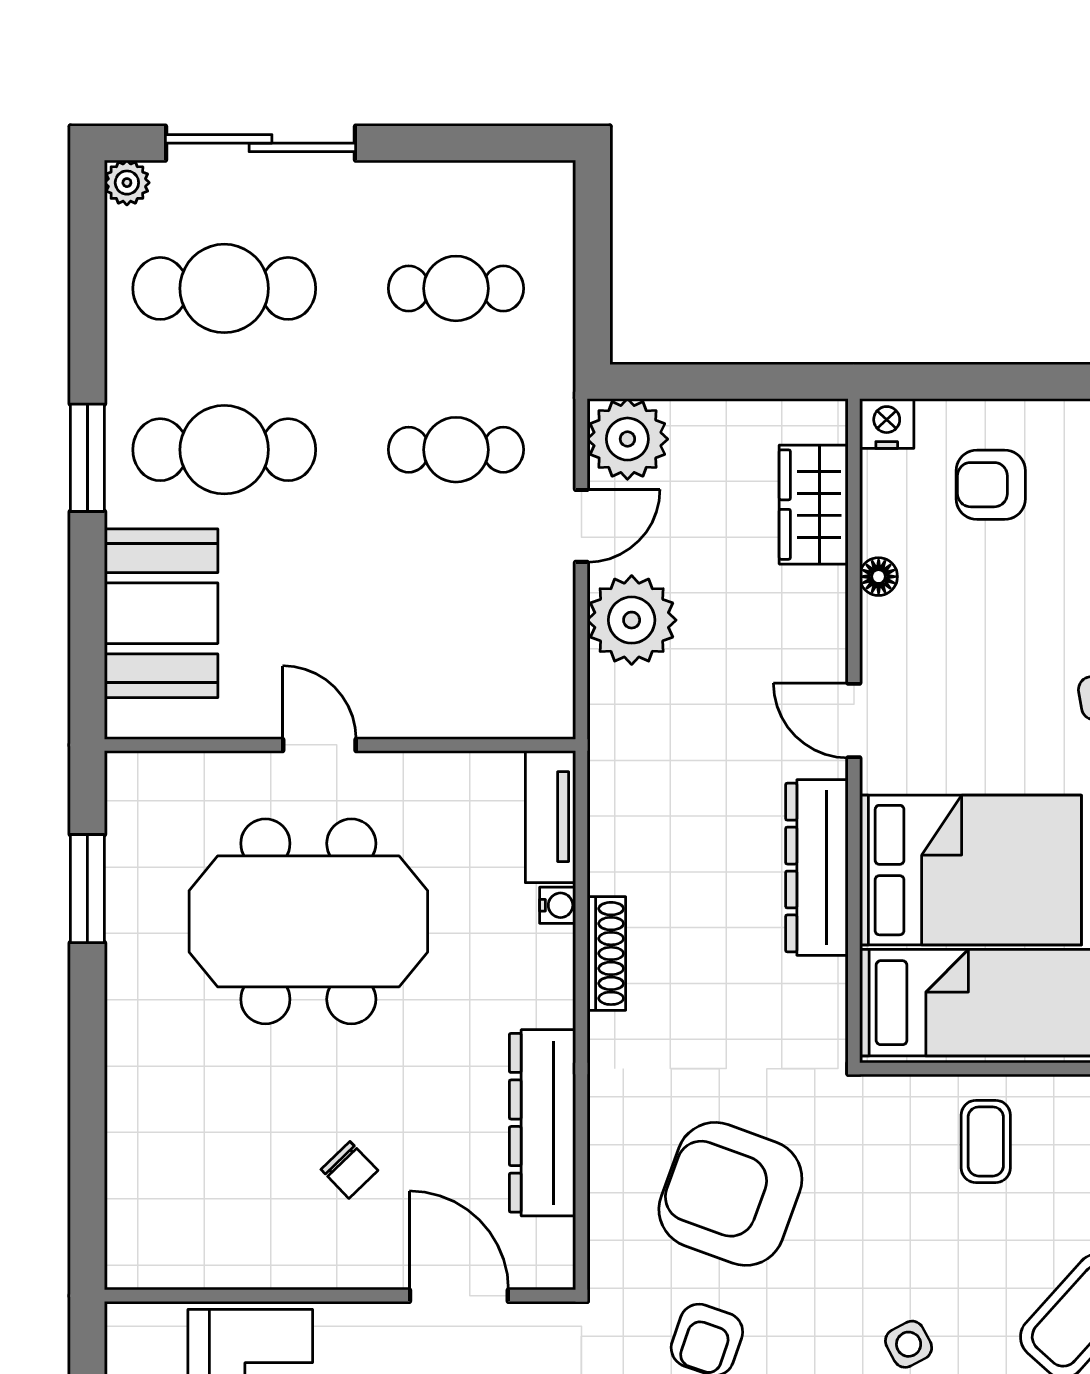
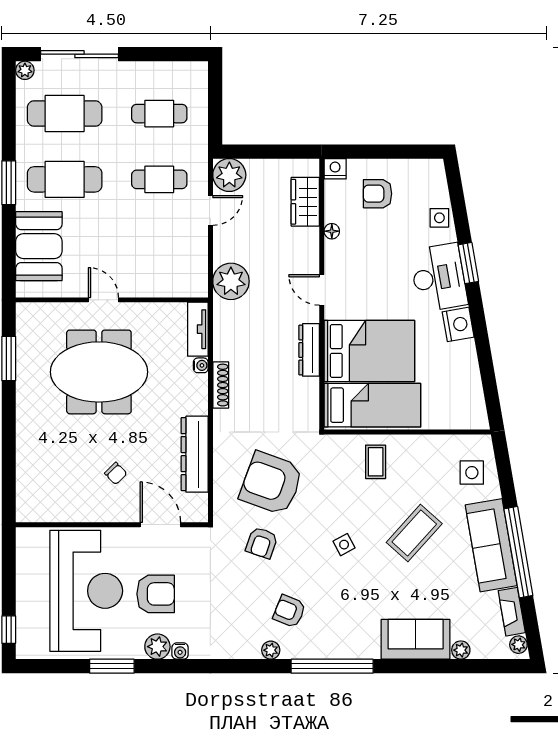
plant: (632, 620) -> (231, 281), moved
dresser: (817, 868) -> (309, 350), width x0.73, depth x0.80

